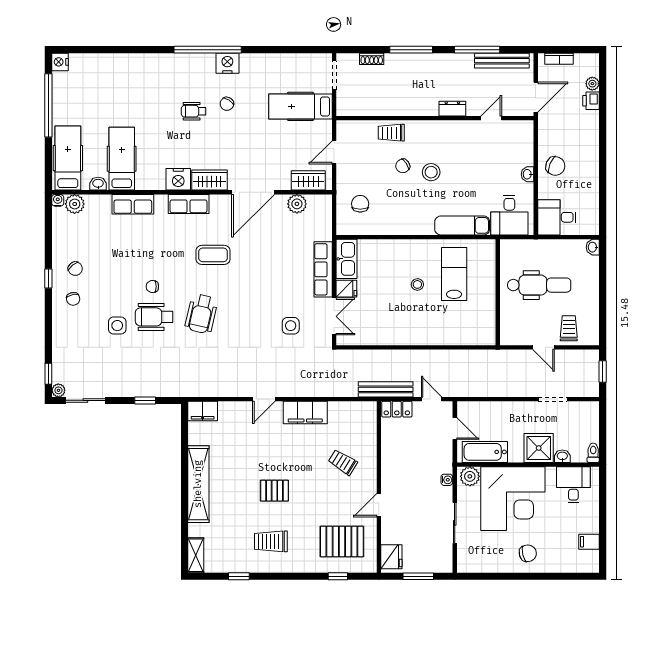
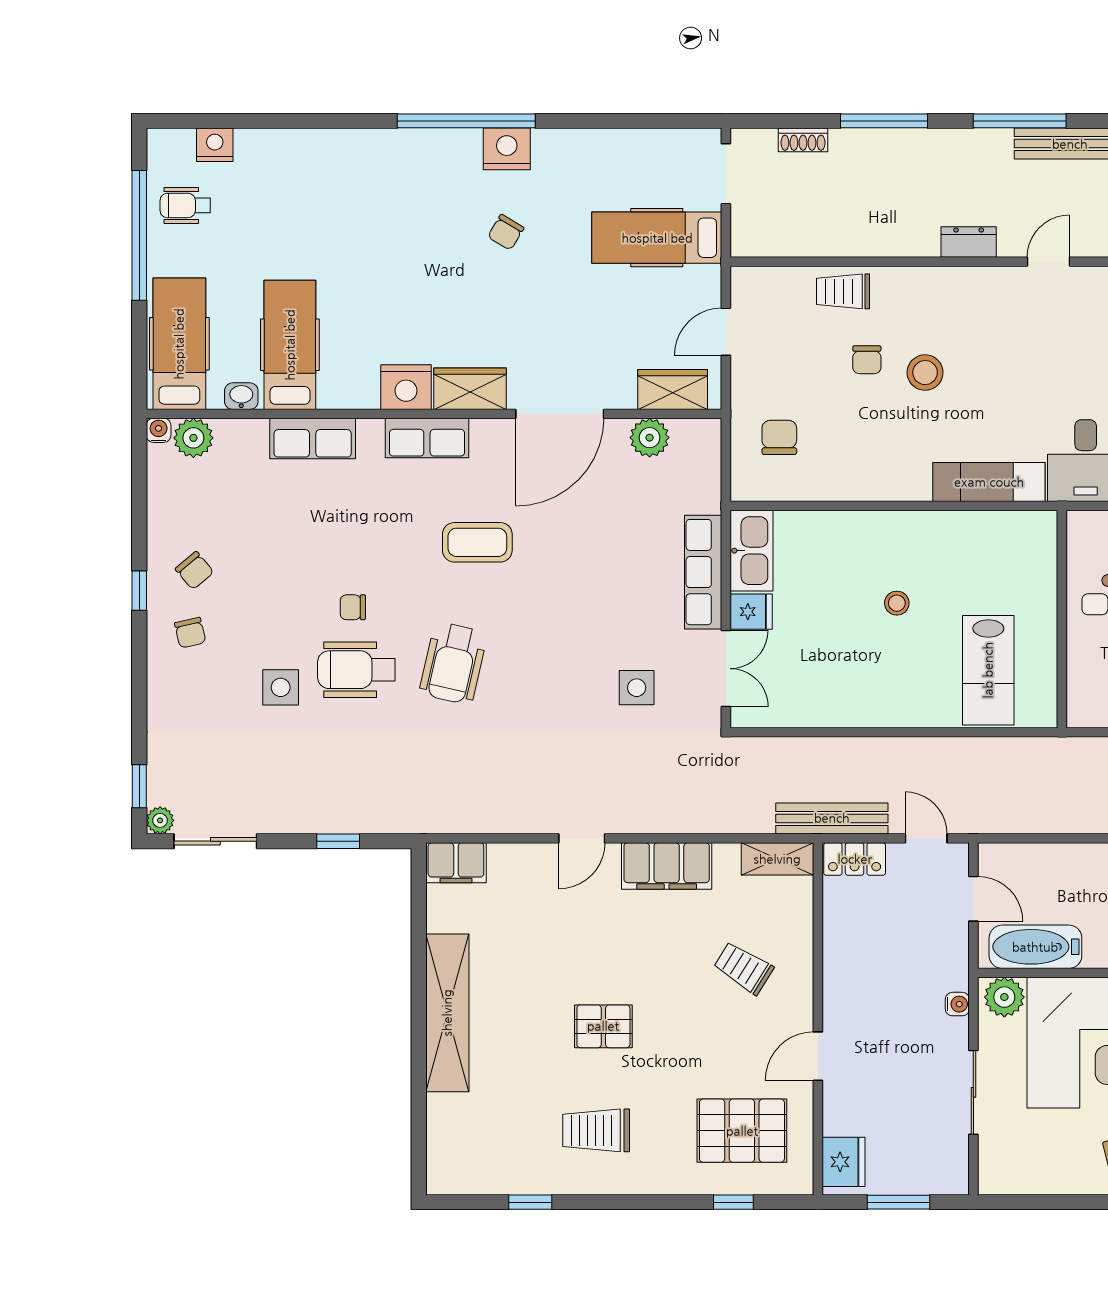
nightstand: (60, 62) -> (215, 145), moved, turned 90
wheelchair: (194, 111) -> (185, 205), moved
chair: (403, 166) -> (867, 360), turned -56
lab bench: (454, 274) -> (988, 670), moved, turned 180
shelving: (196, 555) -> (777, 859), moved, turned 90

